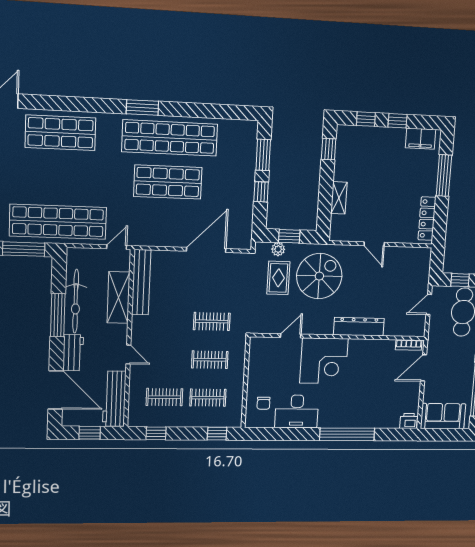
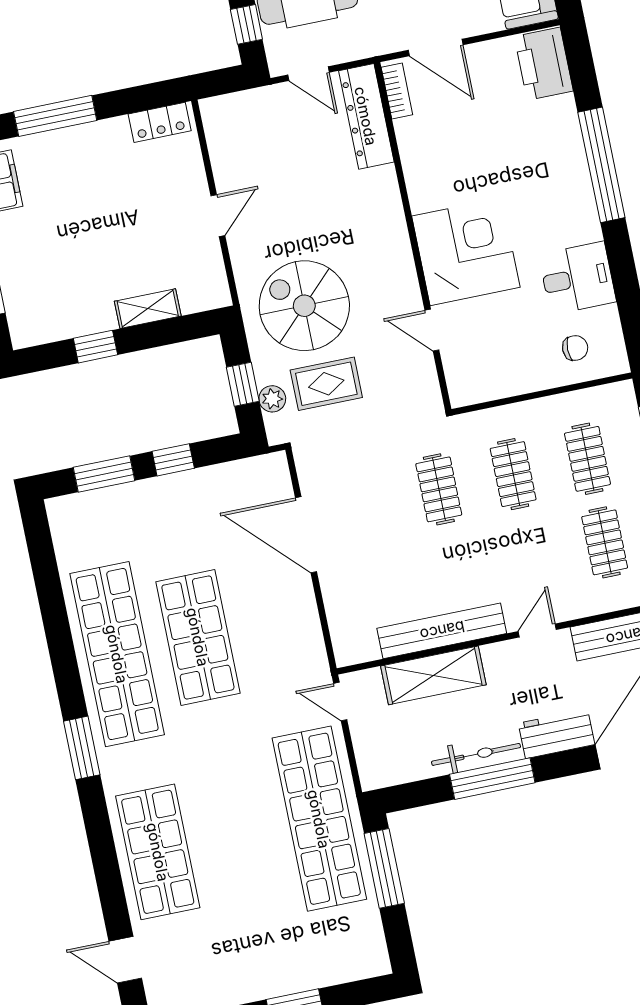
window: (142, 108) -> (82, 748), moved
window: (329, 149) -> (95, 347), moved
locker: (427, 219) -> (160, 122), width x0.66
bench: (141, 282) -> (442, 631), moved
bicycle: (76, 301) -> (476, 754), width x0.73, depth x0.71
dresser: (359, 327) -> (366, 116), moved
desk: (297, 411) -> (577, 278), width x0.73
printer: (409, 421) -> (544, 64), width x1.87, depth x1.48

